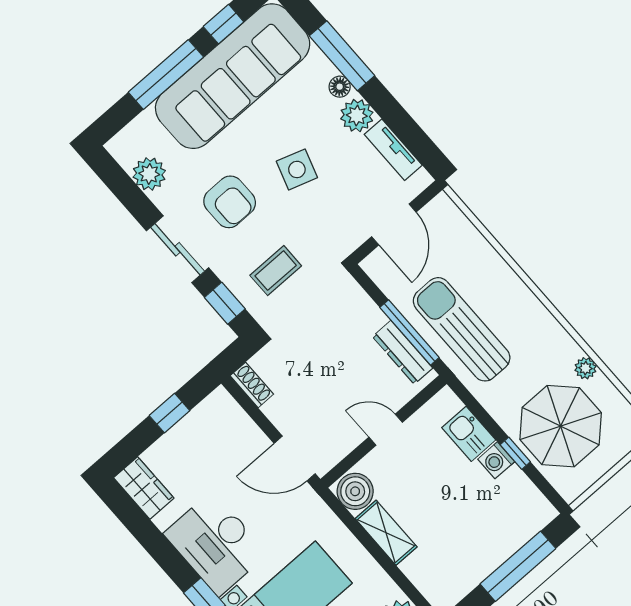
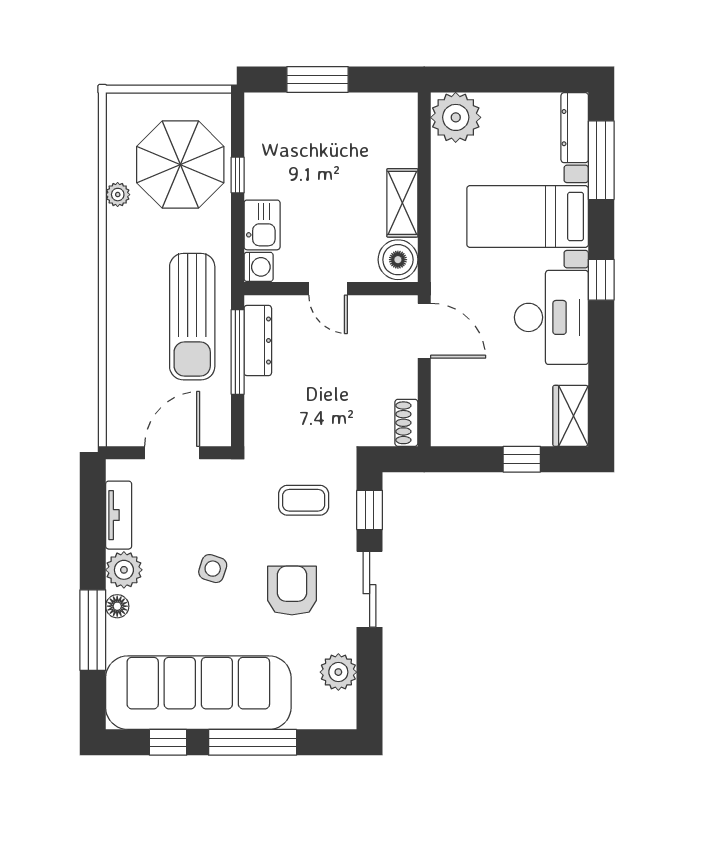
side table: (297, 169) -> (213, 569), width x0.73, depth x0.73
window: (170, 413) -> (522, 459), moved
washing machine: (496, 460) -> (259, 267), moved
window: (518, 566) -> (317, 79), width x0.69

